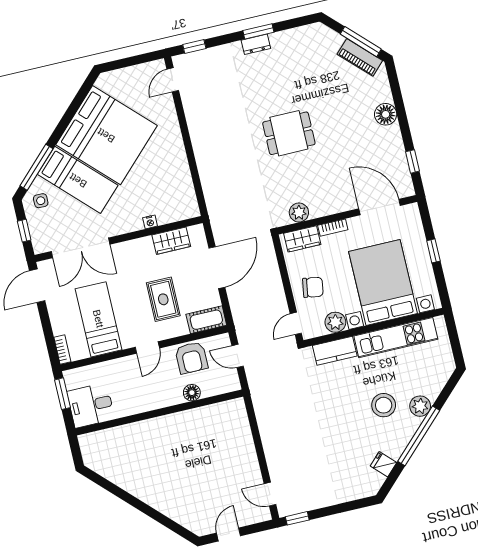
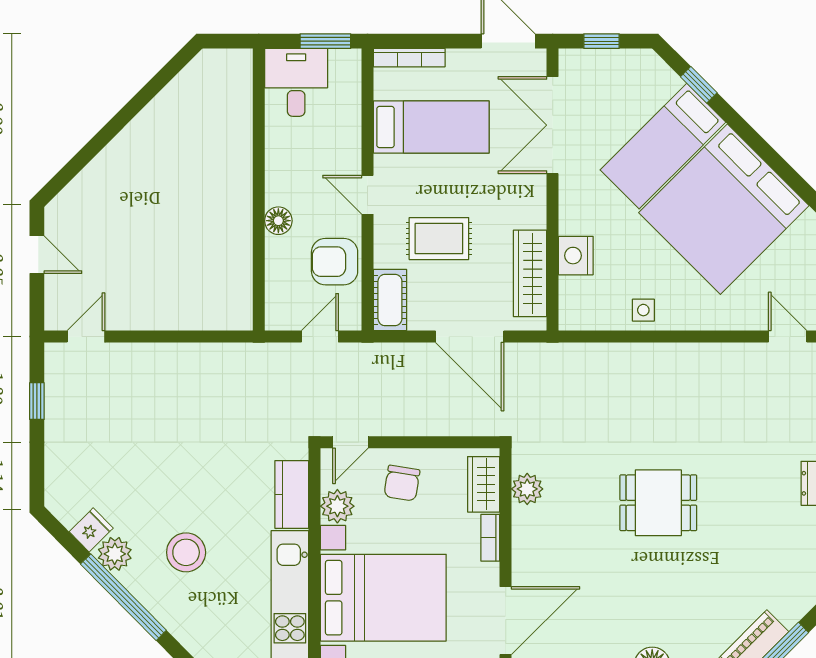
dining table: (289, 133) -> (658, 503), turned 90
window: (37, 167) -> (699, 85), width x0.46
side table: (41, 201) -> (643, 310), moved
nightstand: (150, 222) -> (576, 256), width x1.89, depth x1.79
wardrobe: (171, 241) -> (530, 273), width x1.50
door: (296, 323) -> (350, 442), swing flipped
bookcase: (62, 350) -> (409, 58), width x1.56
floor lamp: (192, 393) -> (278, 221), moved
plant: (420, 406) -> (115, 554), moved
window: (297, 518) -> (37, 401), moved

